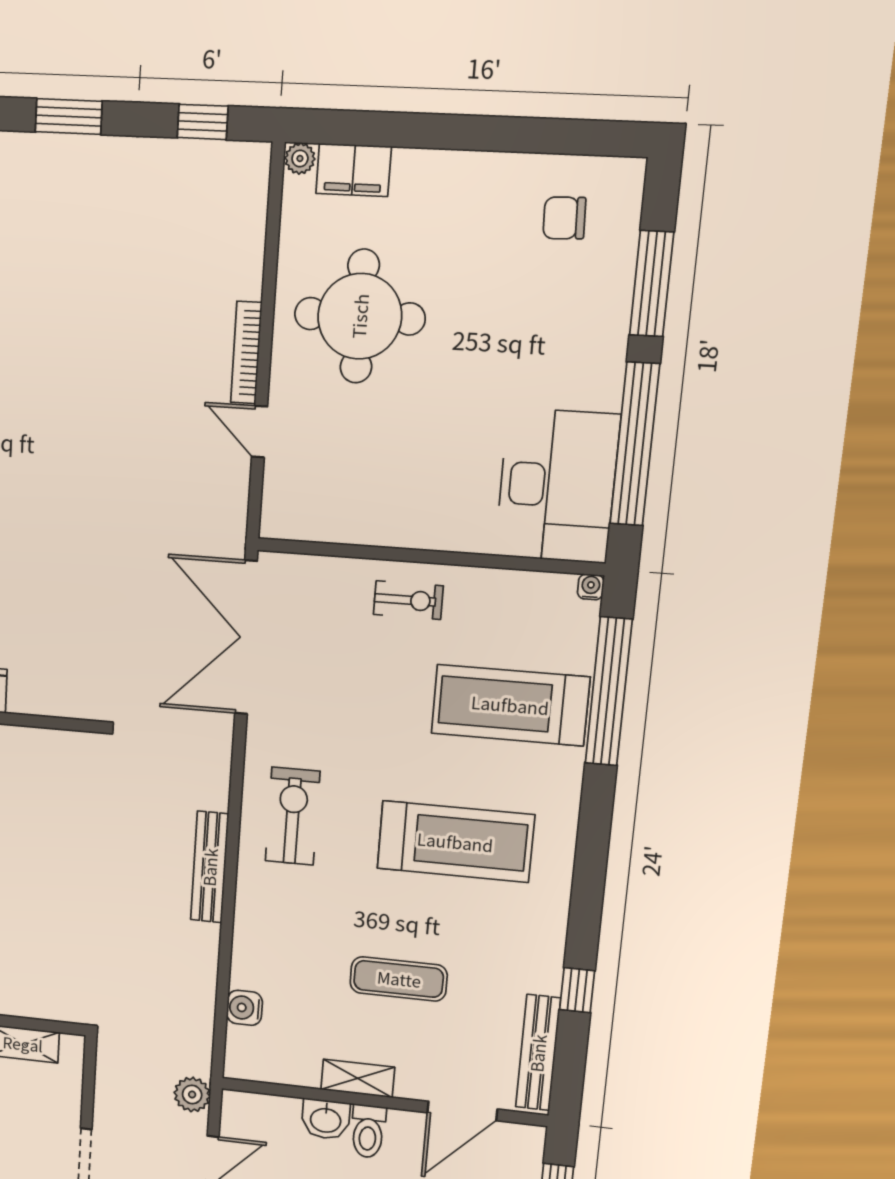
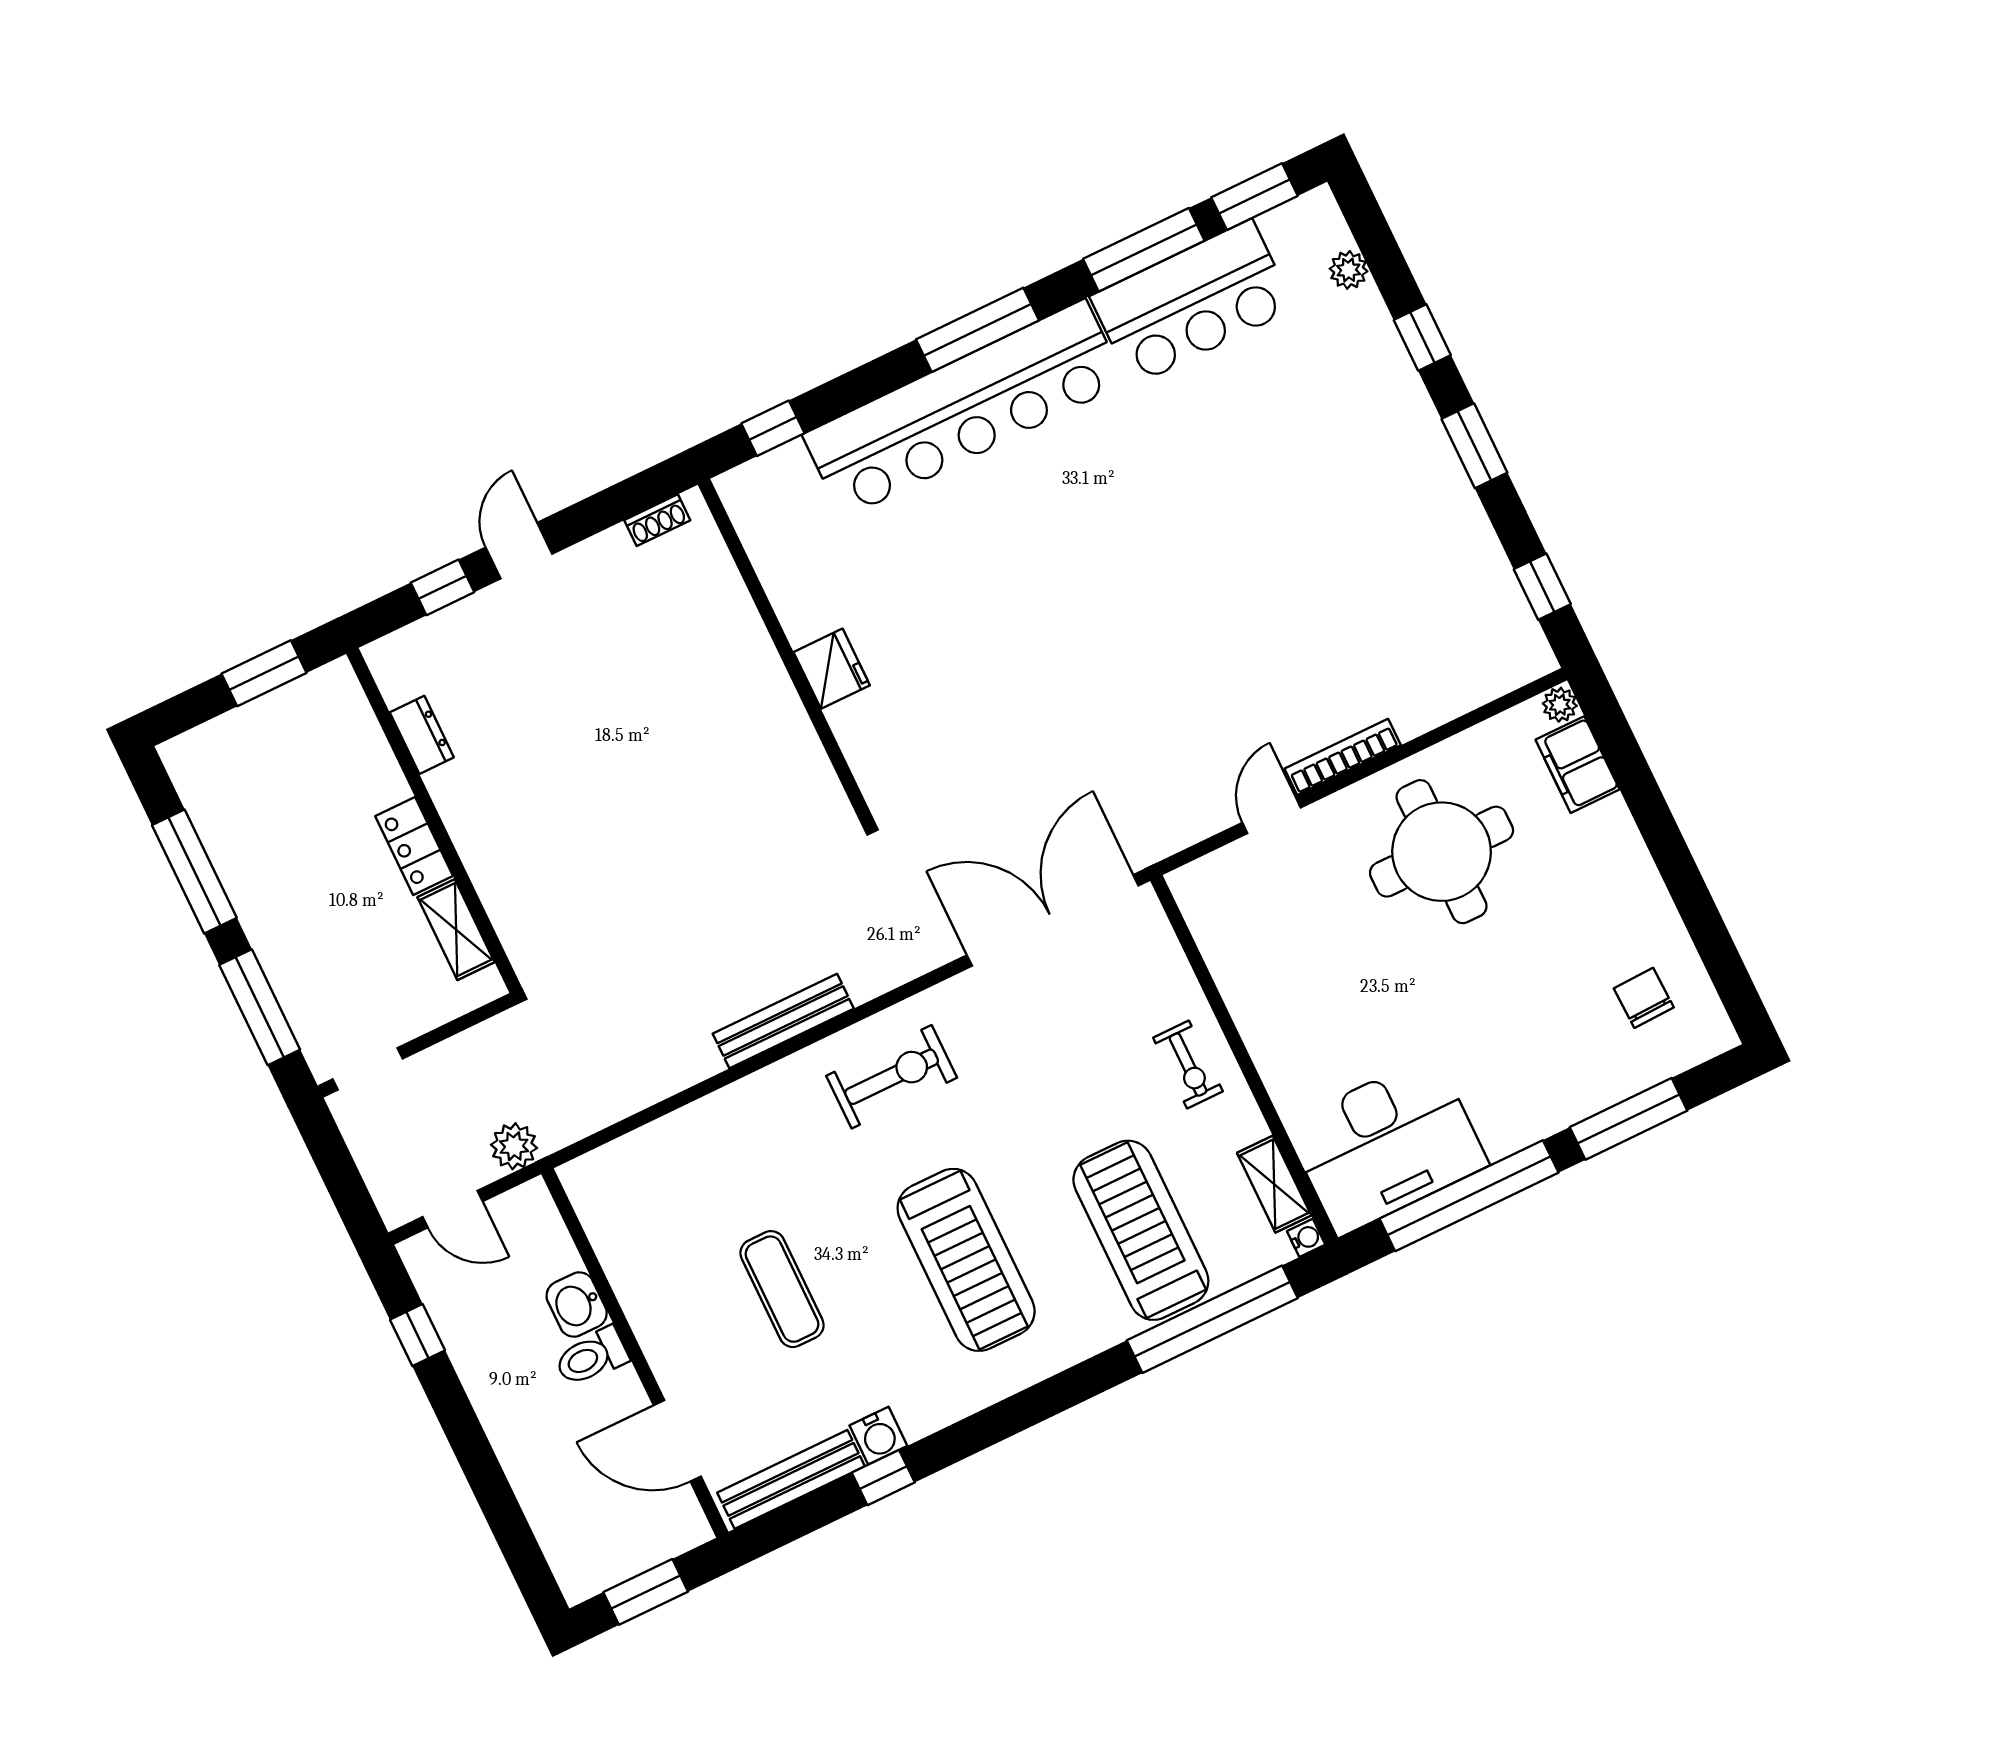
water cooler: (244, 1008) -> (878, 1436), moved, turned 180
shelving: (358, 1078) -> (1274, 1184), moved

